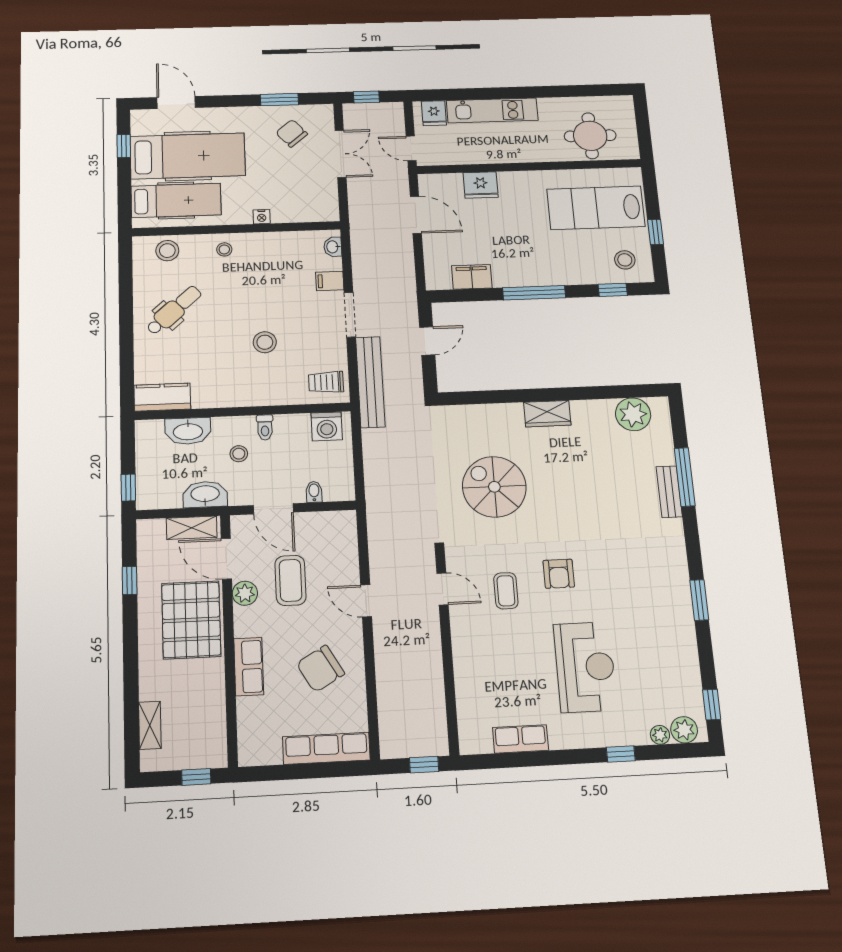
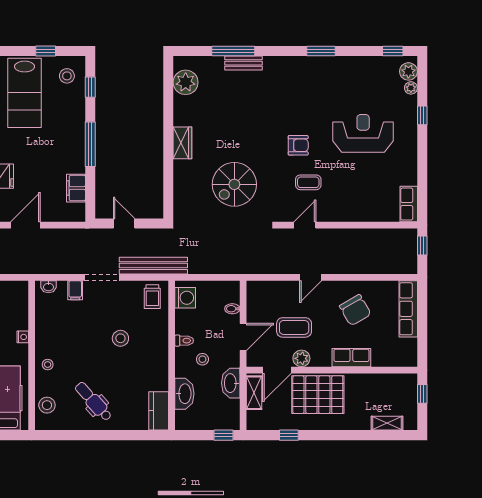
row of seats: (520, 739) -> (409, 204), moved

